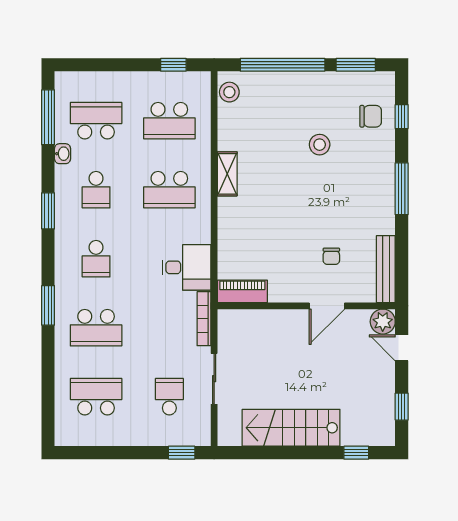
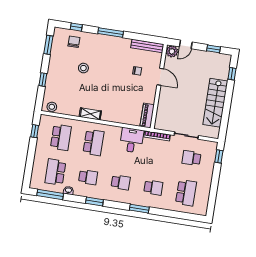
window: (283, 65) -> (43, 80), width x0.32
school desk: (96, 328) -> (153, 188), width x0.54
school desk: (96, 397) -> (186, 193), turned 180

